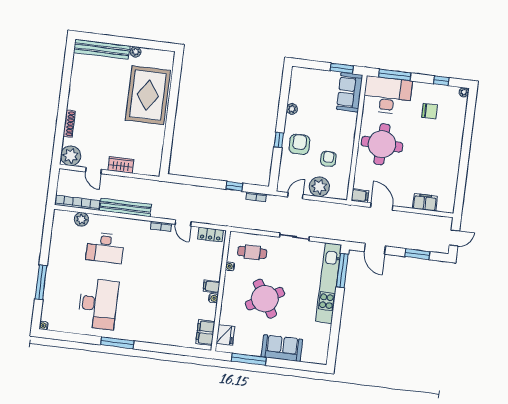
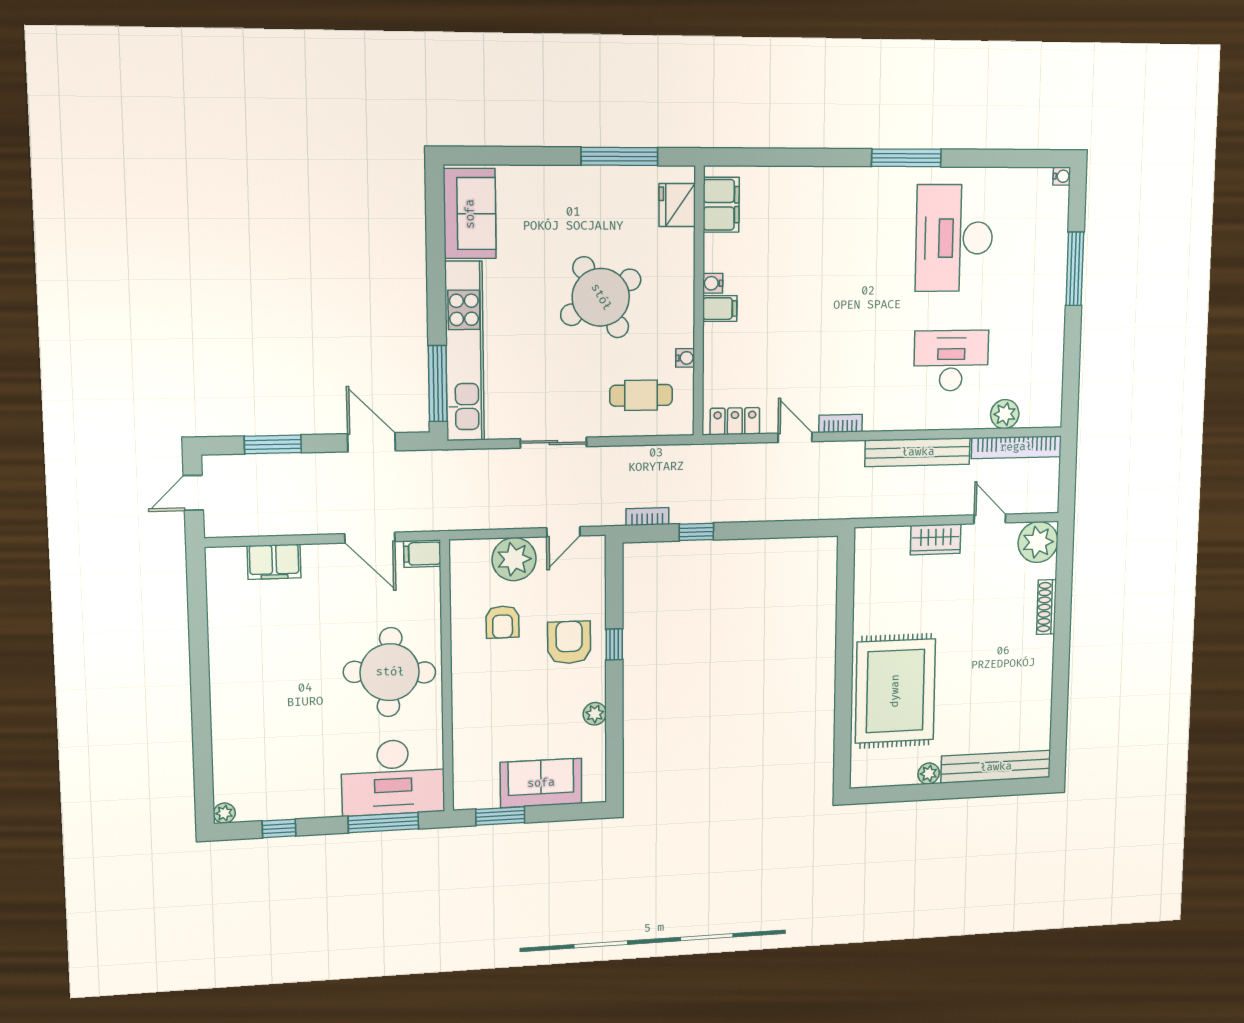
sofa: (350, 92) -> (541, 783), moved, turned -90
chair: (430, 111) -> (295, 760), removed
armchair: (299, 144) -> (569, 642), turned 180
sofa: (282, 348) -> (470, 214), moved, turned -90

